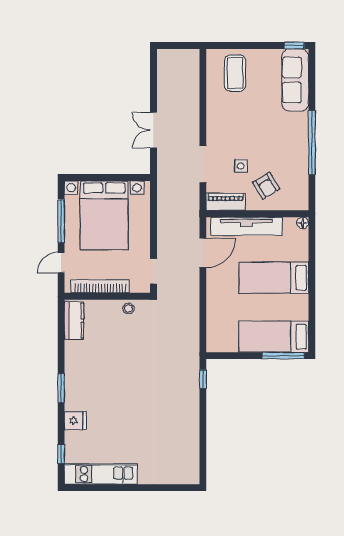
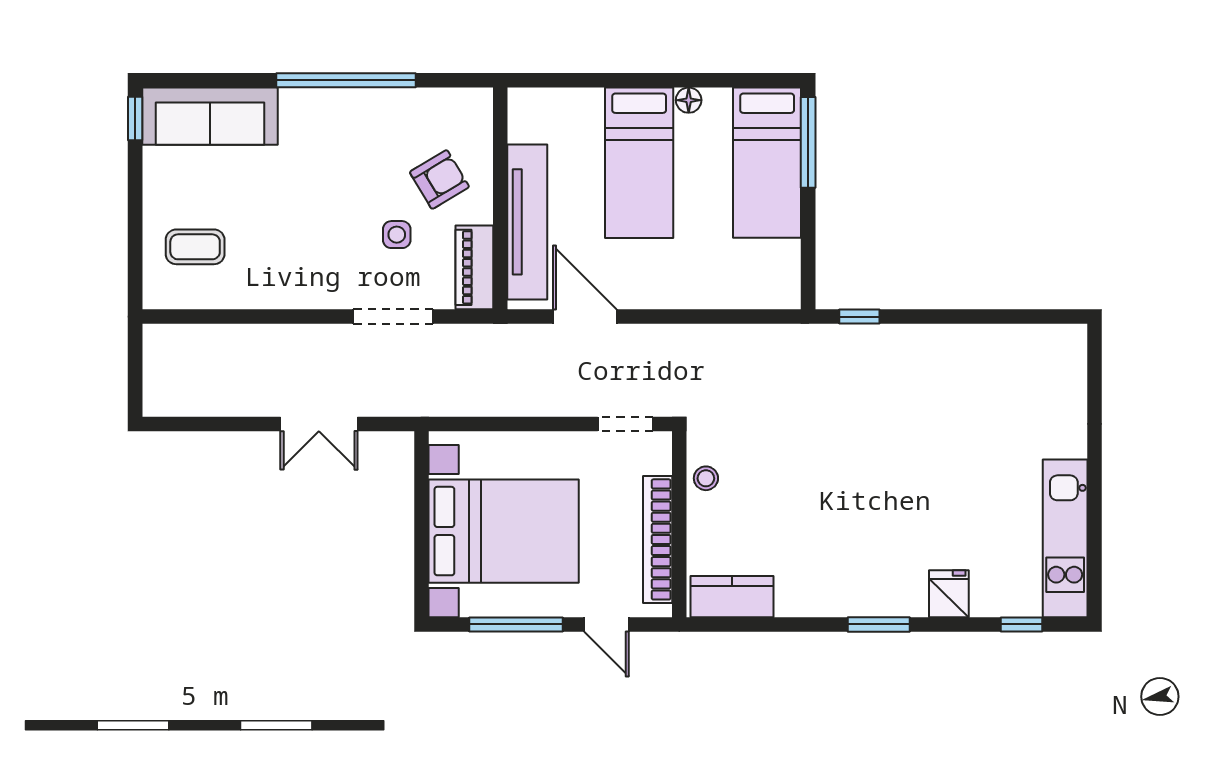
coffee table: (235, 73) -> (195, 247), width x0.73, depth x0.77
floor lamp: (303, 223) -> (689, 100), moved

